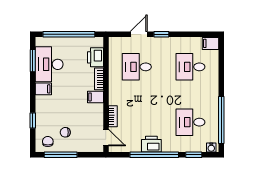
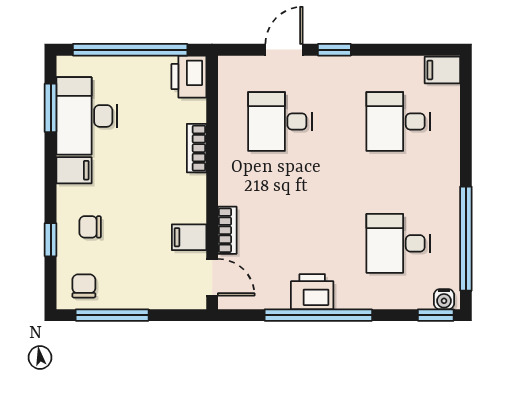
printer: (95, 57) -> (189, 77), moved
filing cabinet: (96, 97) -> (189, 237), moved
chair: (65, 132) -> (90, 227), moved
window: (194, 155) -> (436, 315), moved

